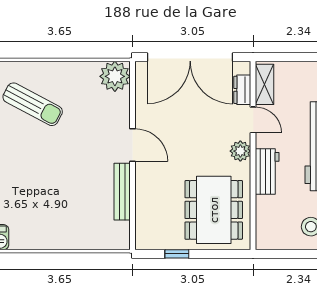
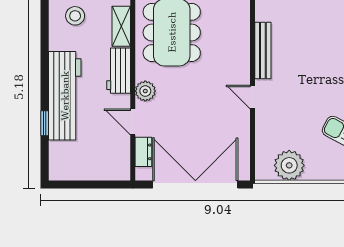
plant: (115, 76) -> (289, 165), moved
shelving: (264, 84) -> (121, 26), moved
door: (132, 145) -> (253, 97), width x0.73

